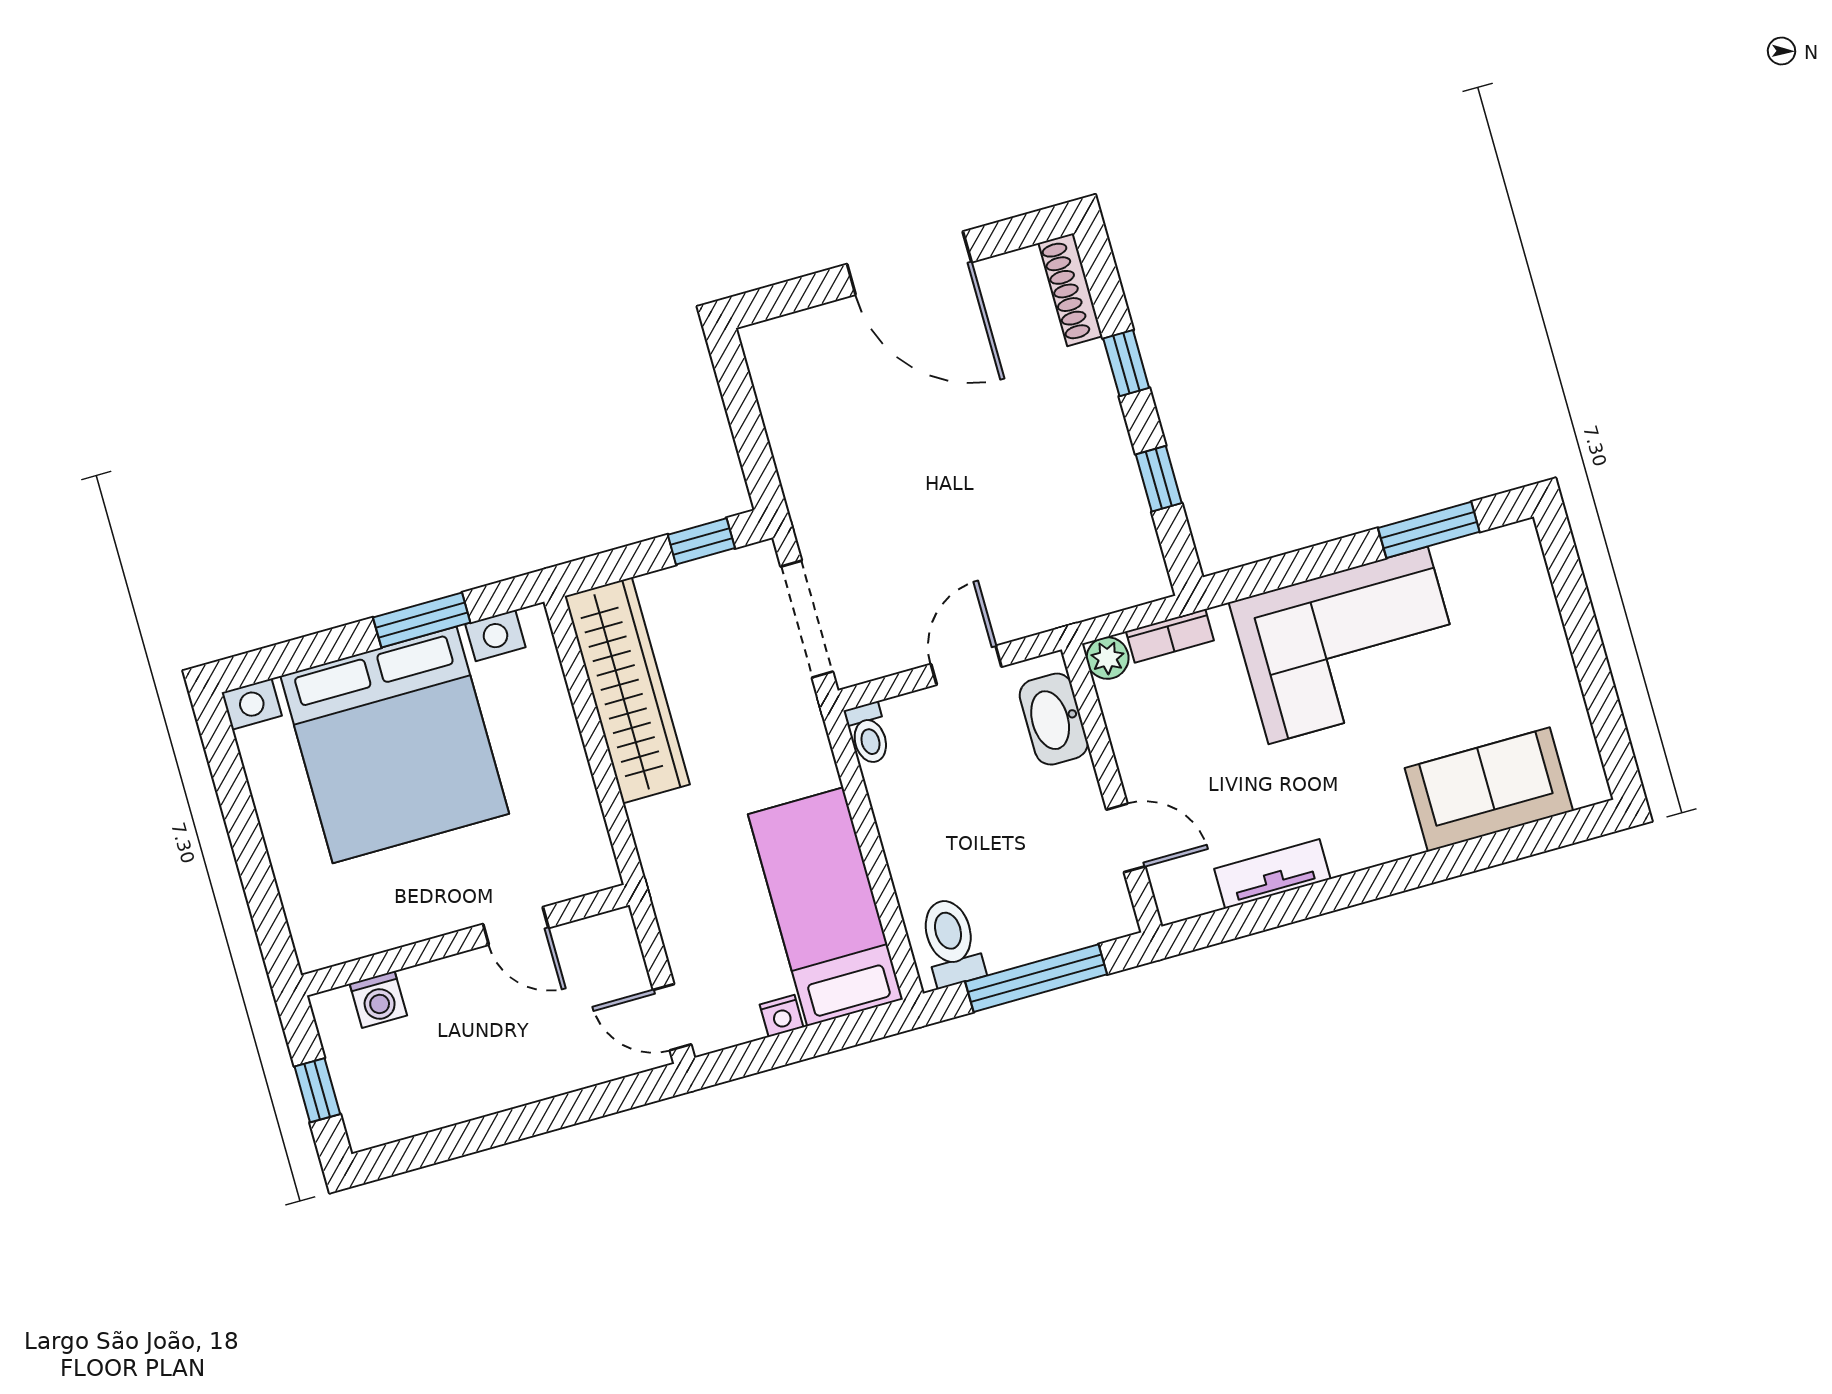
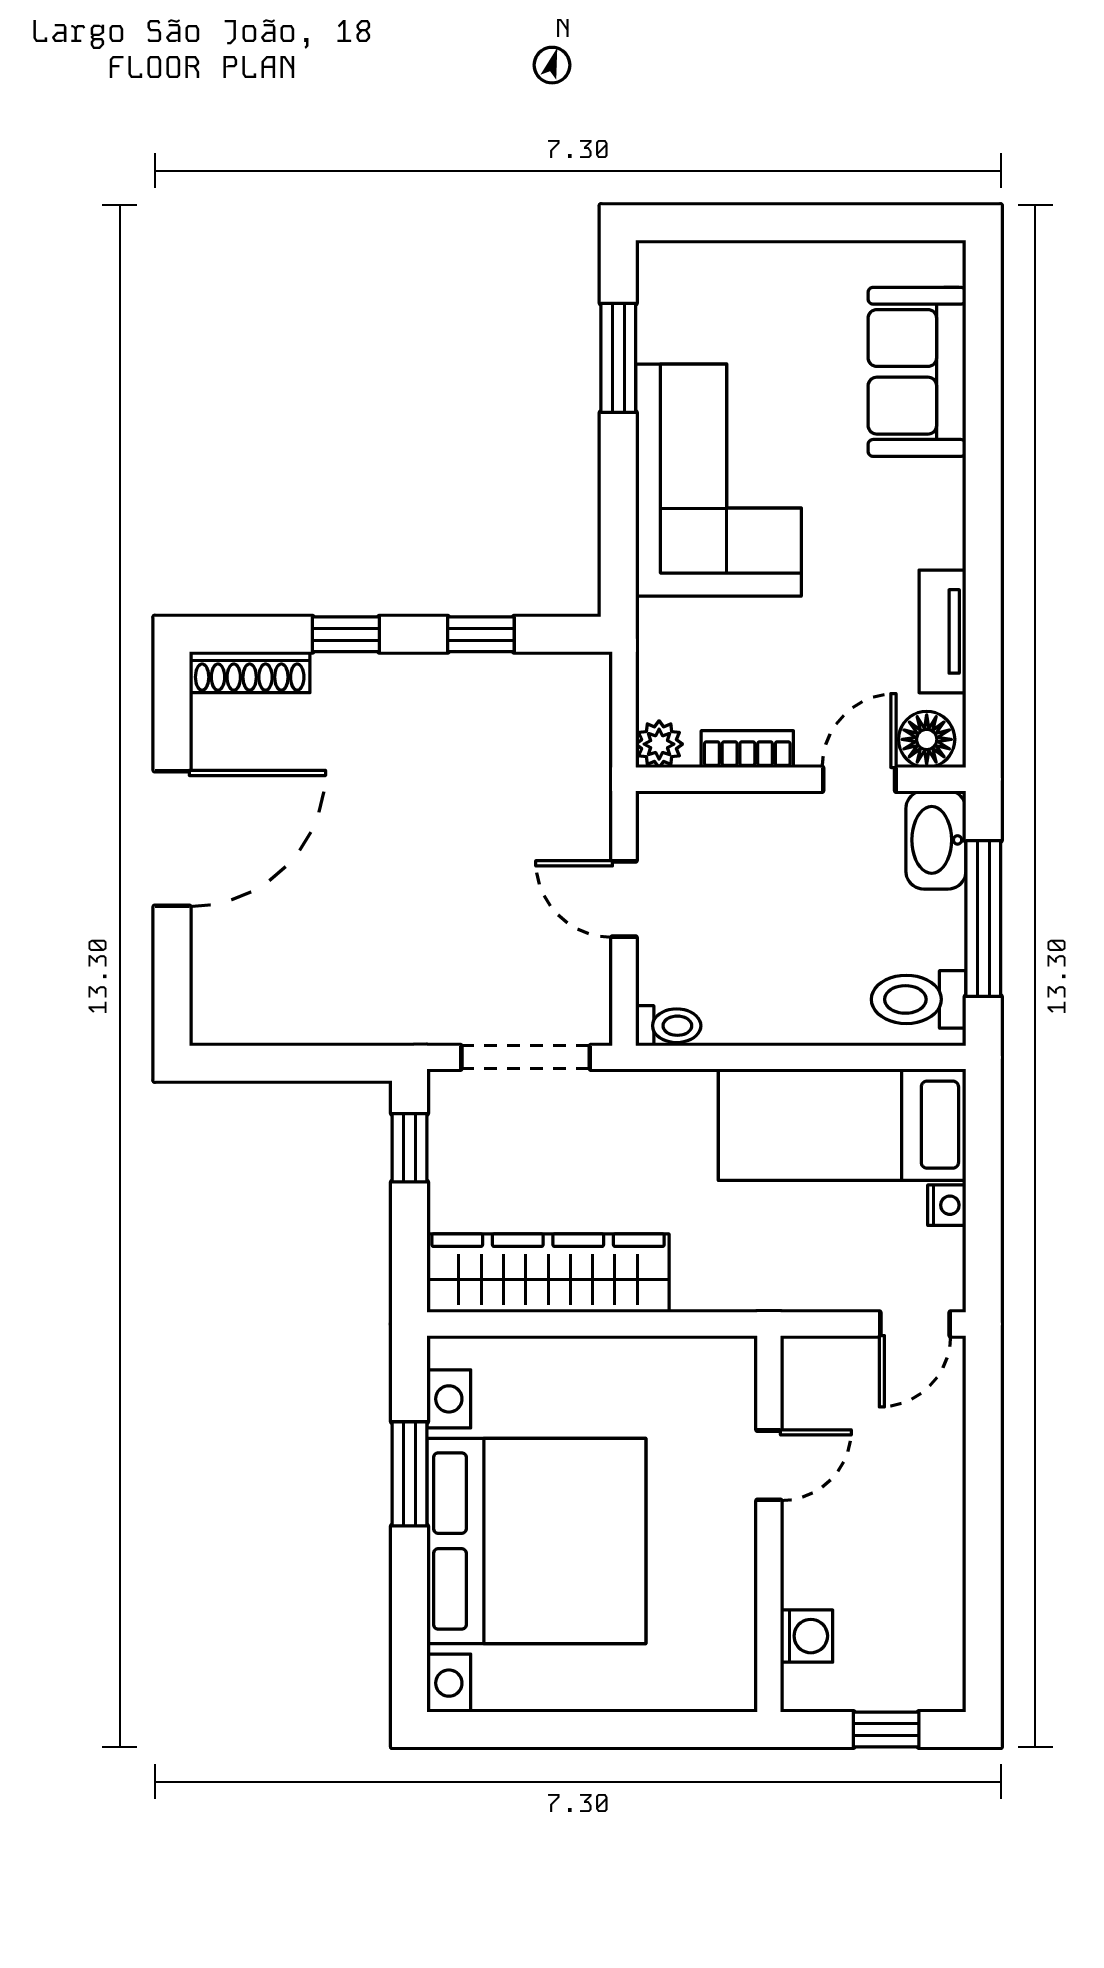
bookcase: (1170, 636) -> (747, 749), moved, turned -90
washbasin: (1054, 719) -> (936, 840), moved, turned 90
floor lamp: (1176, 886) -> (927, 739), added

